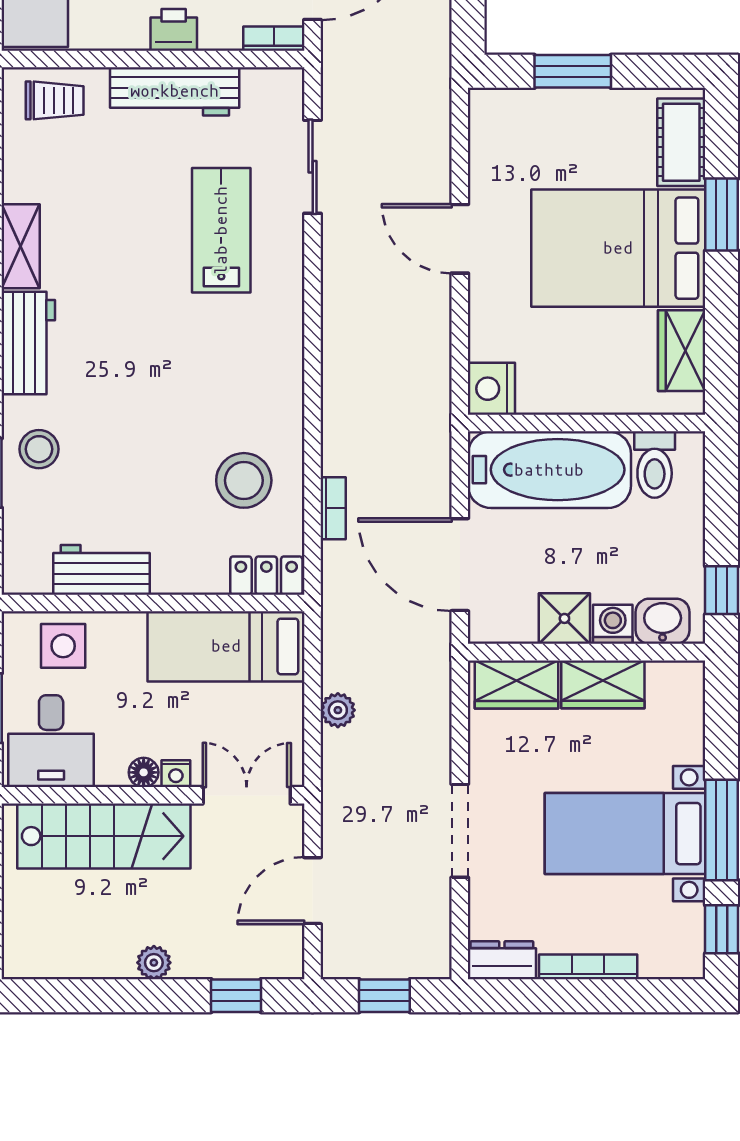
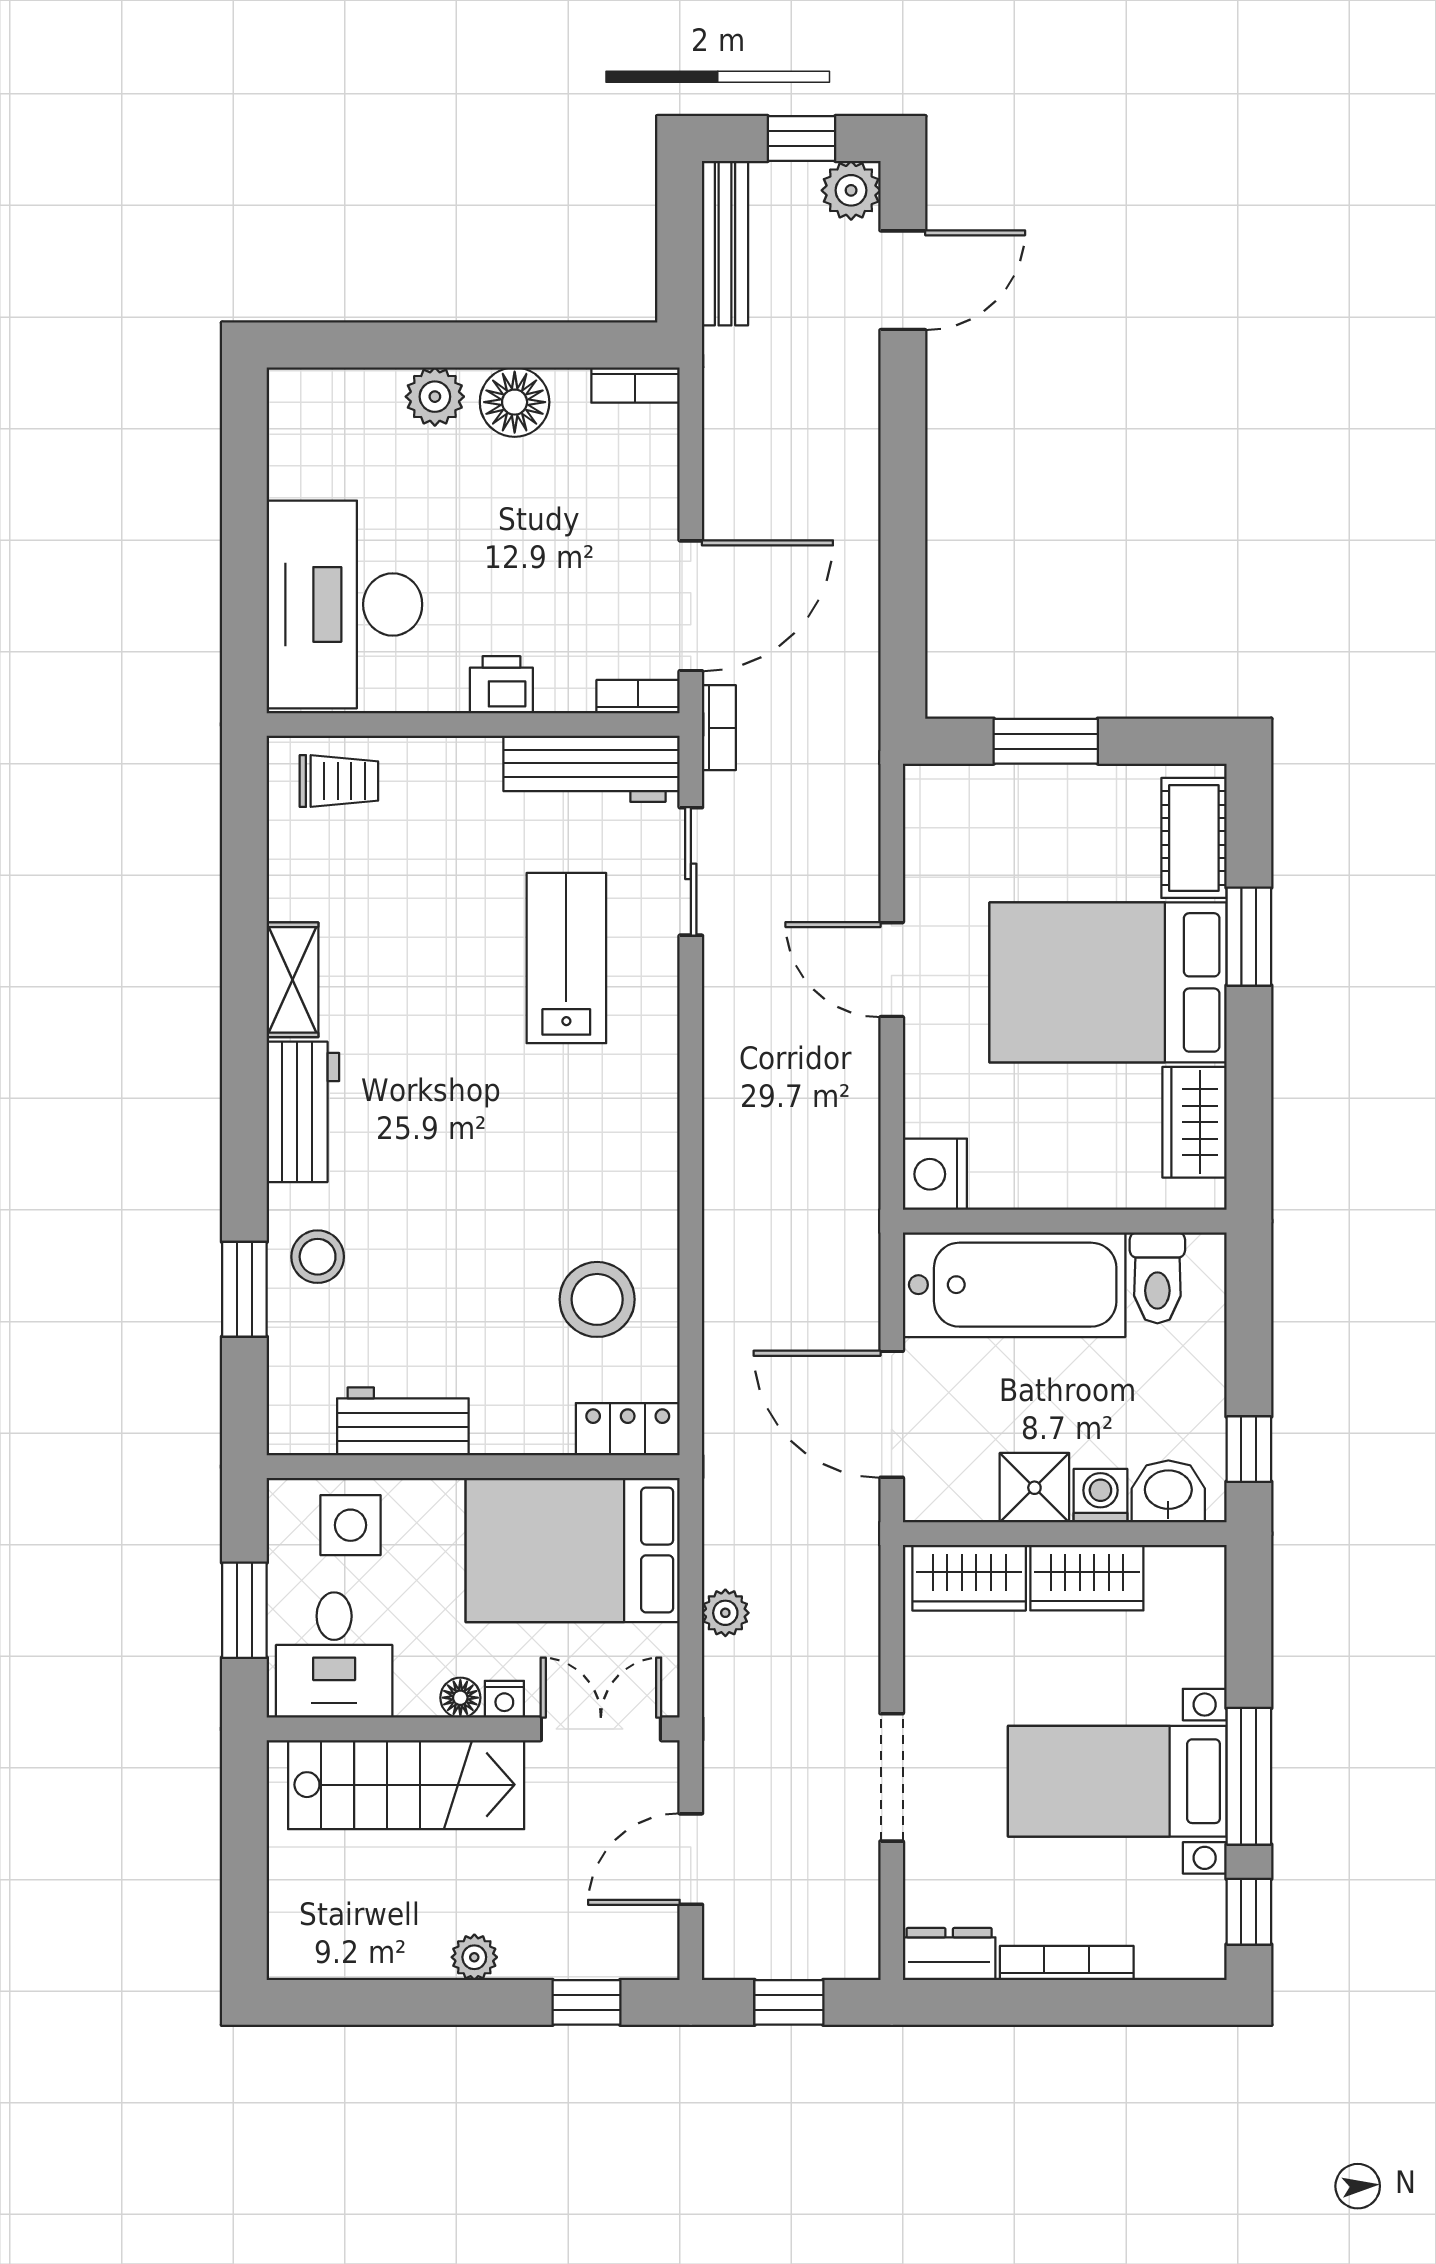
workbench: (175, 91) -> (592, 769), moved
bookcase: (333, 508) -> (719, 728), moved
bed: (226, 646) -> (573, 1550), width x1.50

